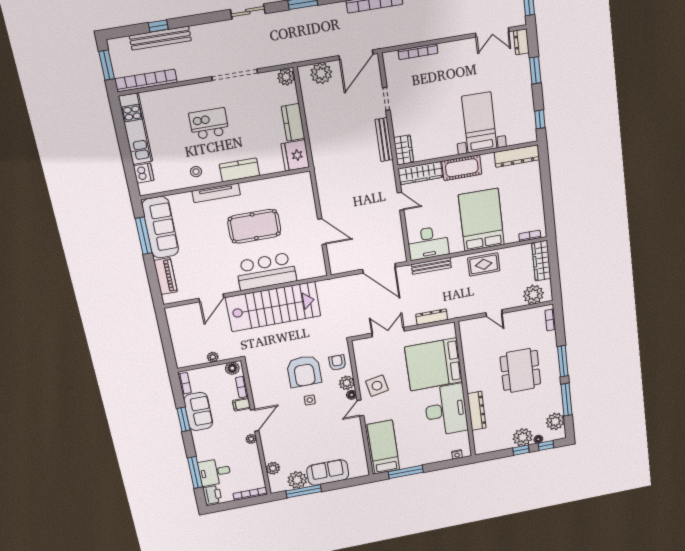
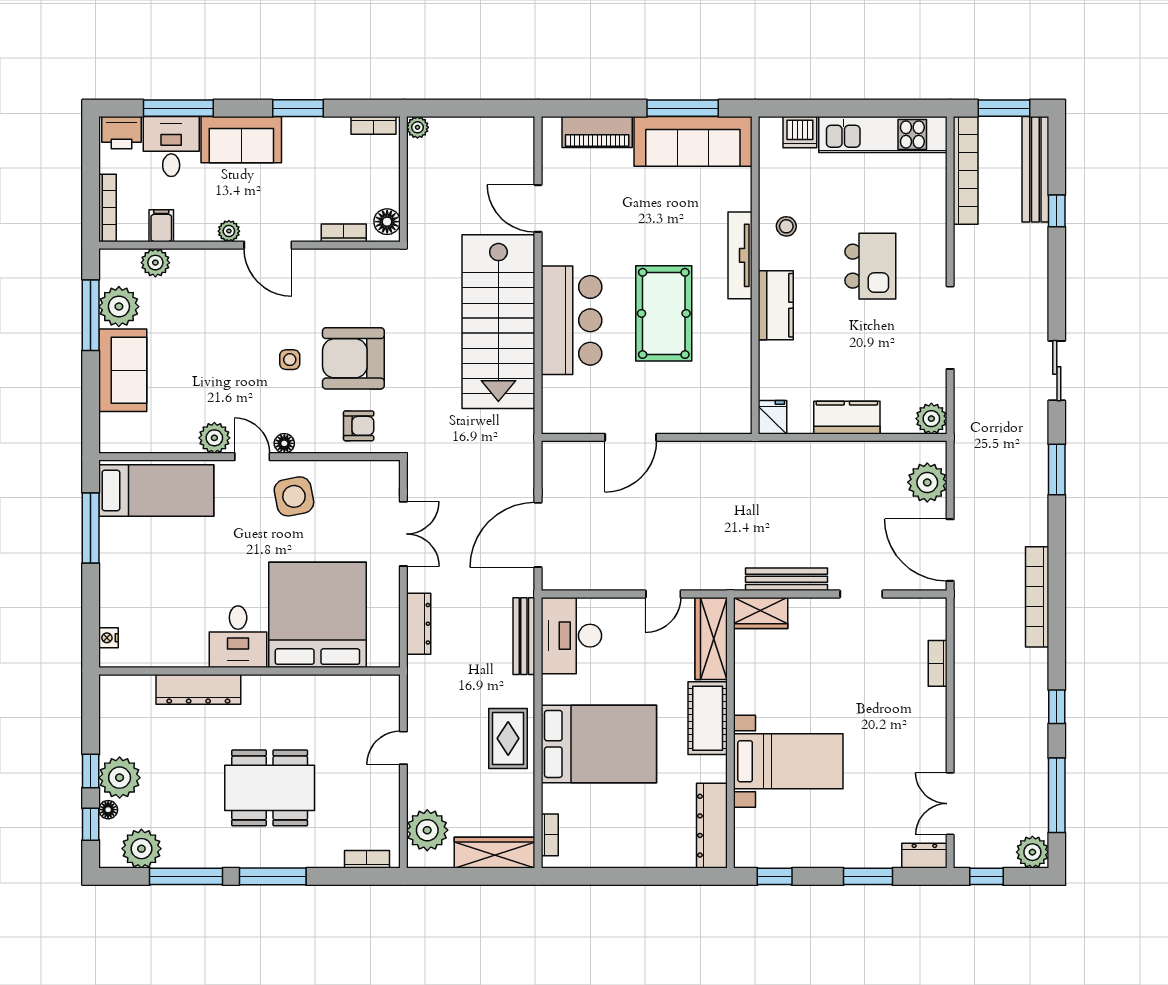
bench: (160, 38) -> (1035, 169), moved
bookcase: (418, 52) -> (938, 663), width x0.64
fridge: (295, 155) -> (772, 417), width x0.53, depth x0.75
plant: (213, 357) -> (418, 127), moved
plant: (347, 383) -> (214, 438), moved
filing cabinet: (242, 404) -> (161, 226), moved
desk: (446, 410) -> (238, 637), width x0.53, depth x0.77
sofa: (198, 411) -> (241, 140), moved

